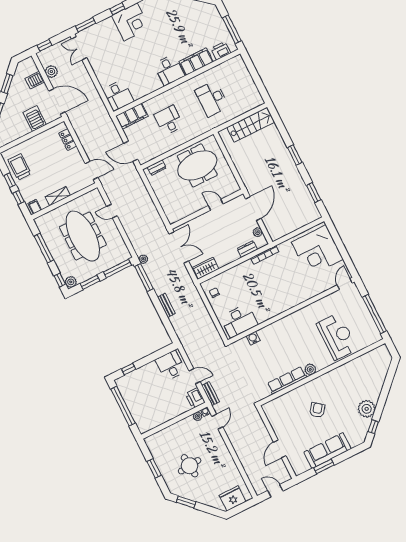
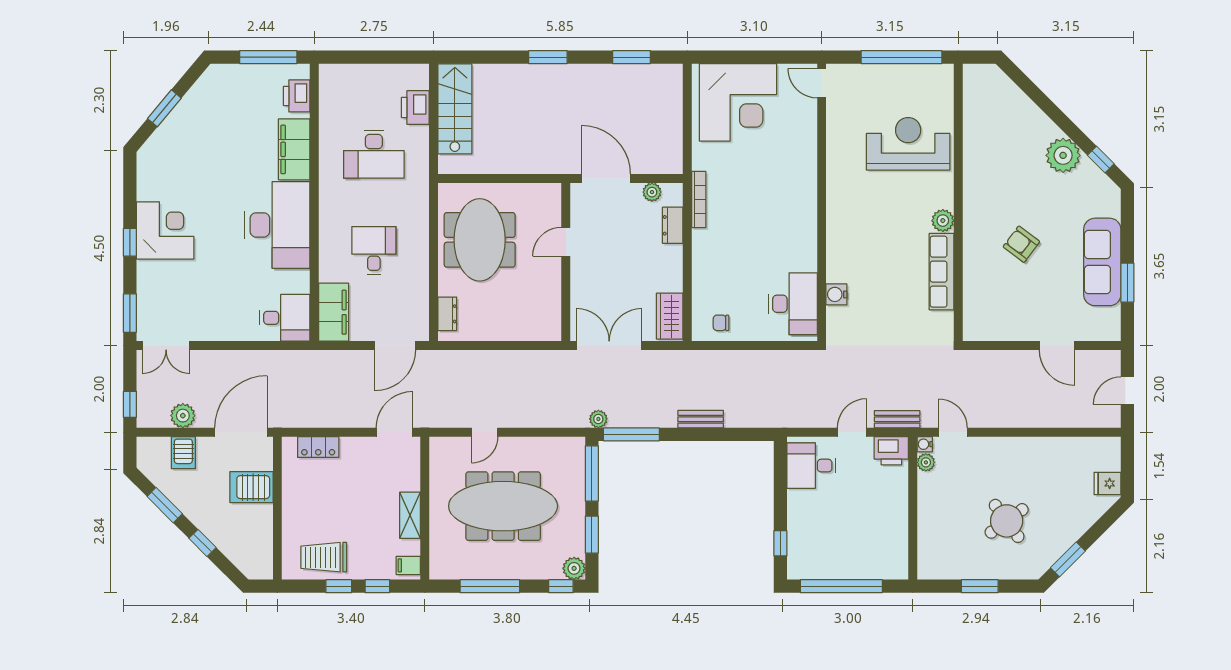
desk: (169, 70) -> (277, 225), width x1.87, depth x1.30
printer: (242, 107) -> (415, 108), added
desk: (169, 120) -> (374, 250), turned 90
round table: (190, 466) -> (1007, 521), turned -30
fridge: (233, 498) -> (1107, 483), width x0.53, depth x0.75

